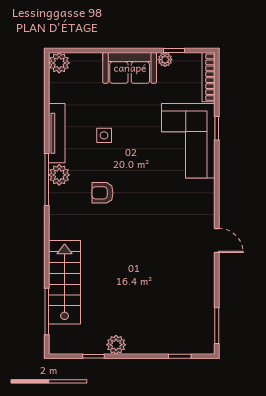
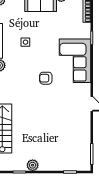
corner sofa: (188, 141) -> (75, 61), moved
armchair: (103, 193) -> (46, 78), moved

